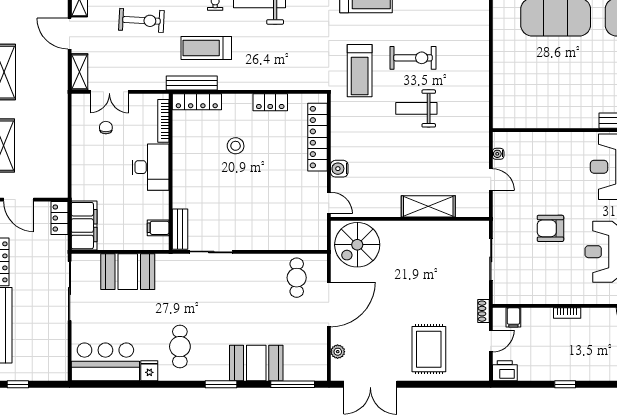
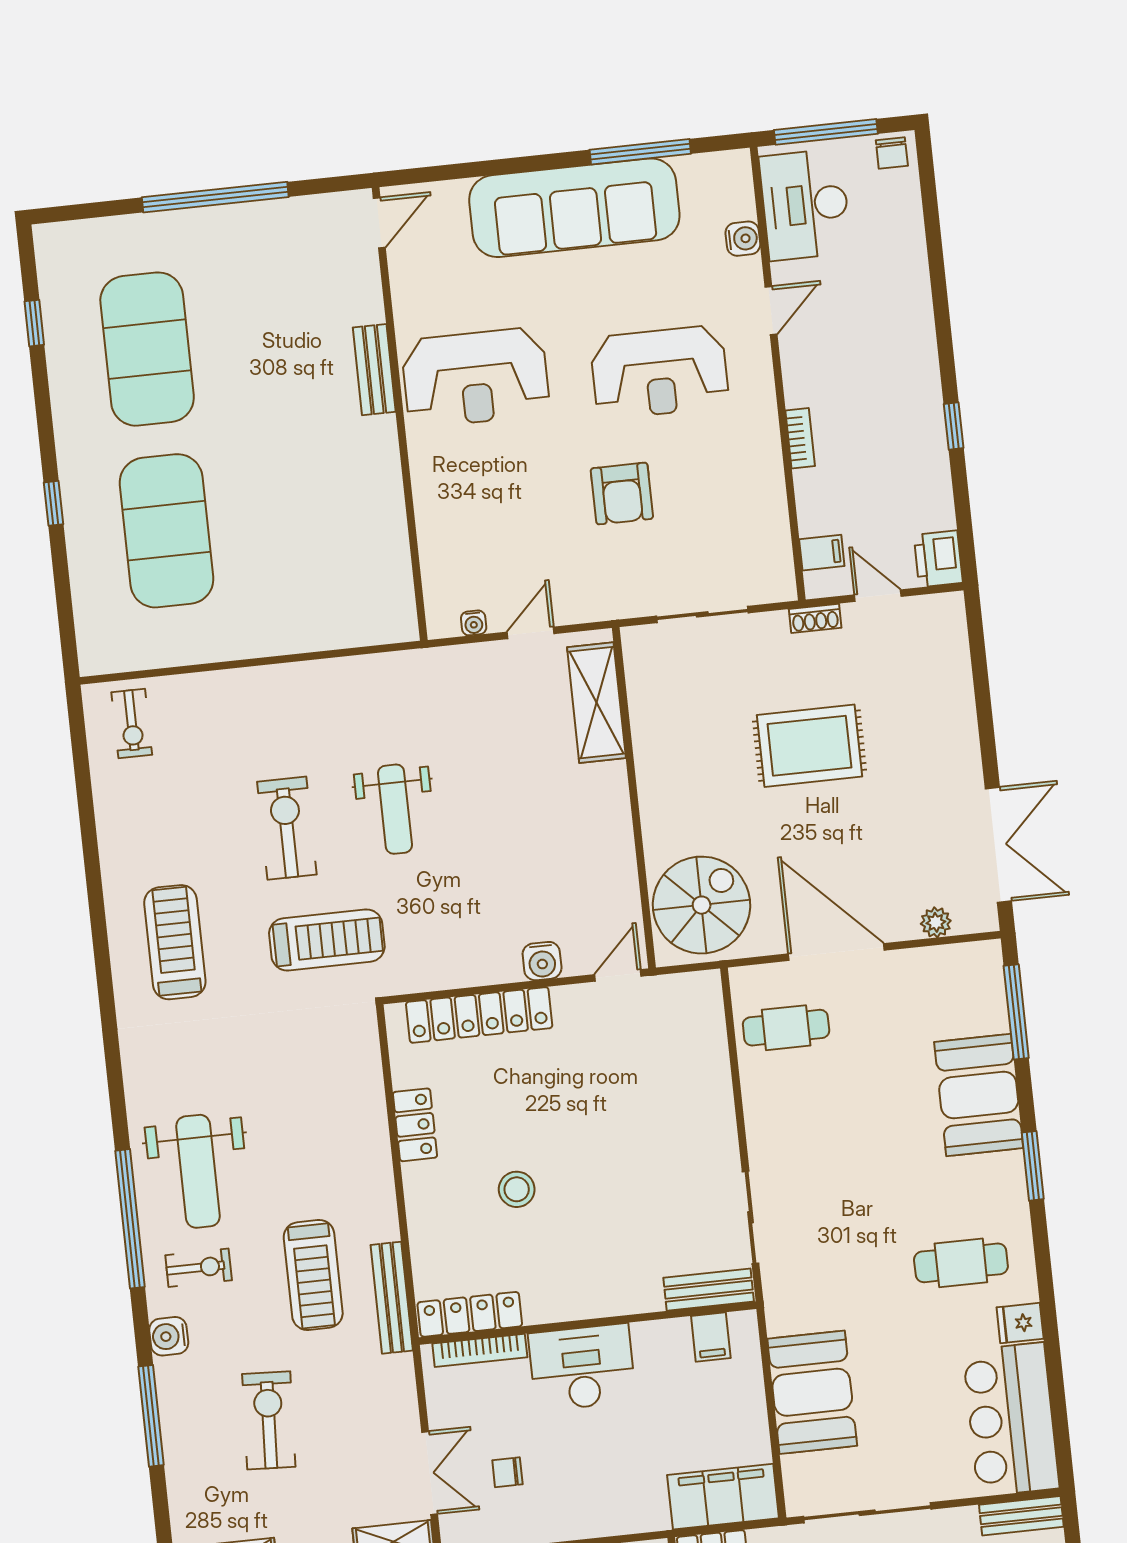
locker: (197, 102) -> (470, 1314), moved, turned -90
shelving: (428, 206) -> (596, 703), moved
spiral stairs: (357, 245) -> (702, 905), turned -90
rug: (429, 349) -> (809, 746), moved
bench: (61, 362) -> (1021, 1516), added

